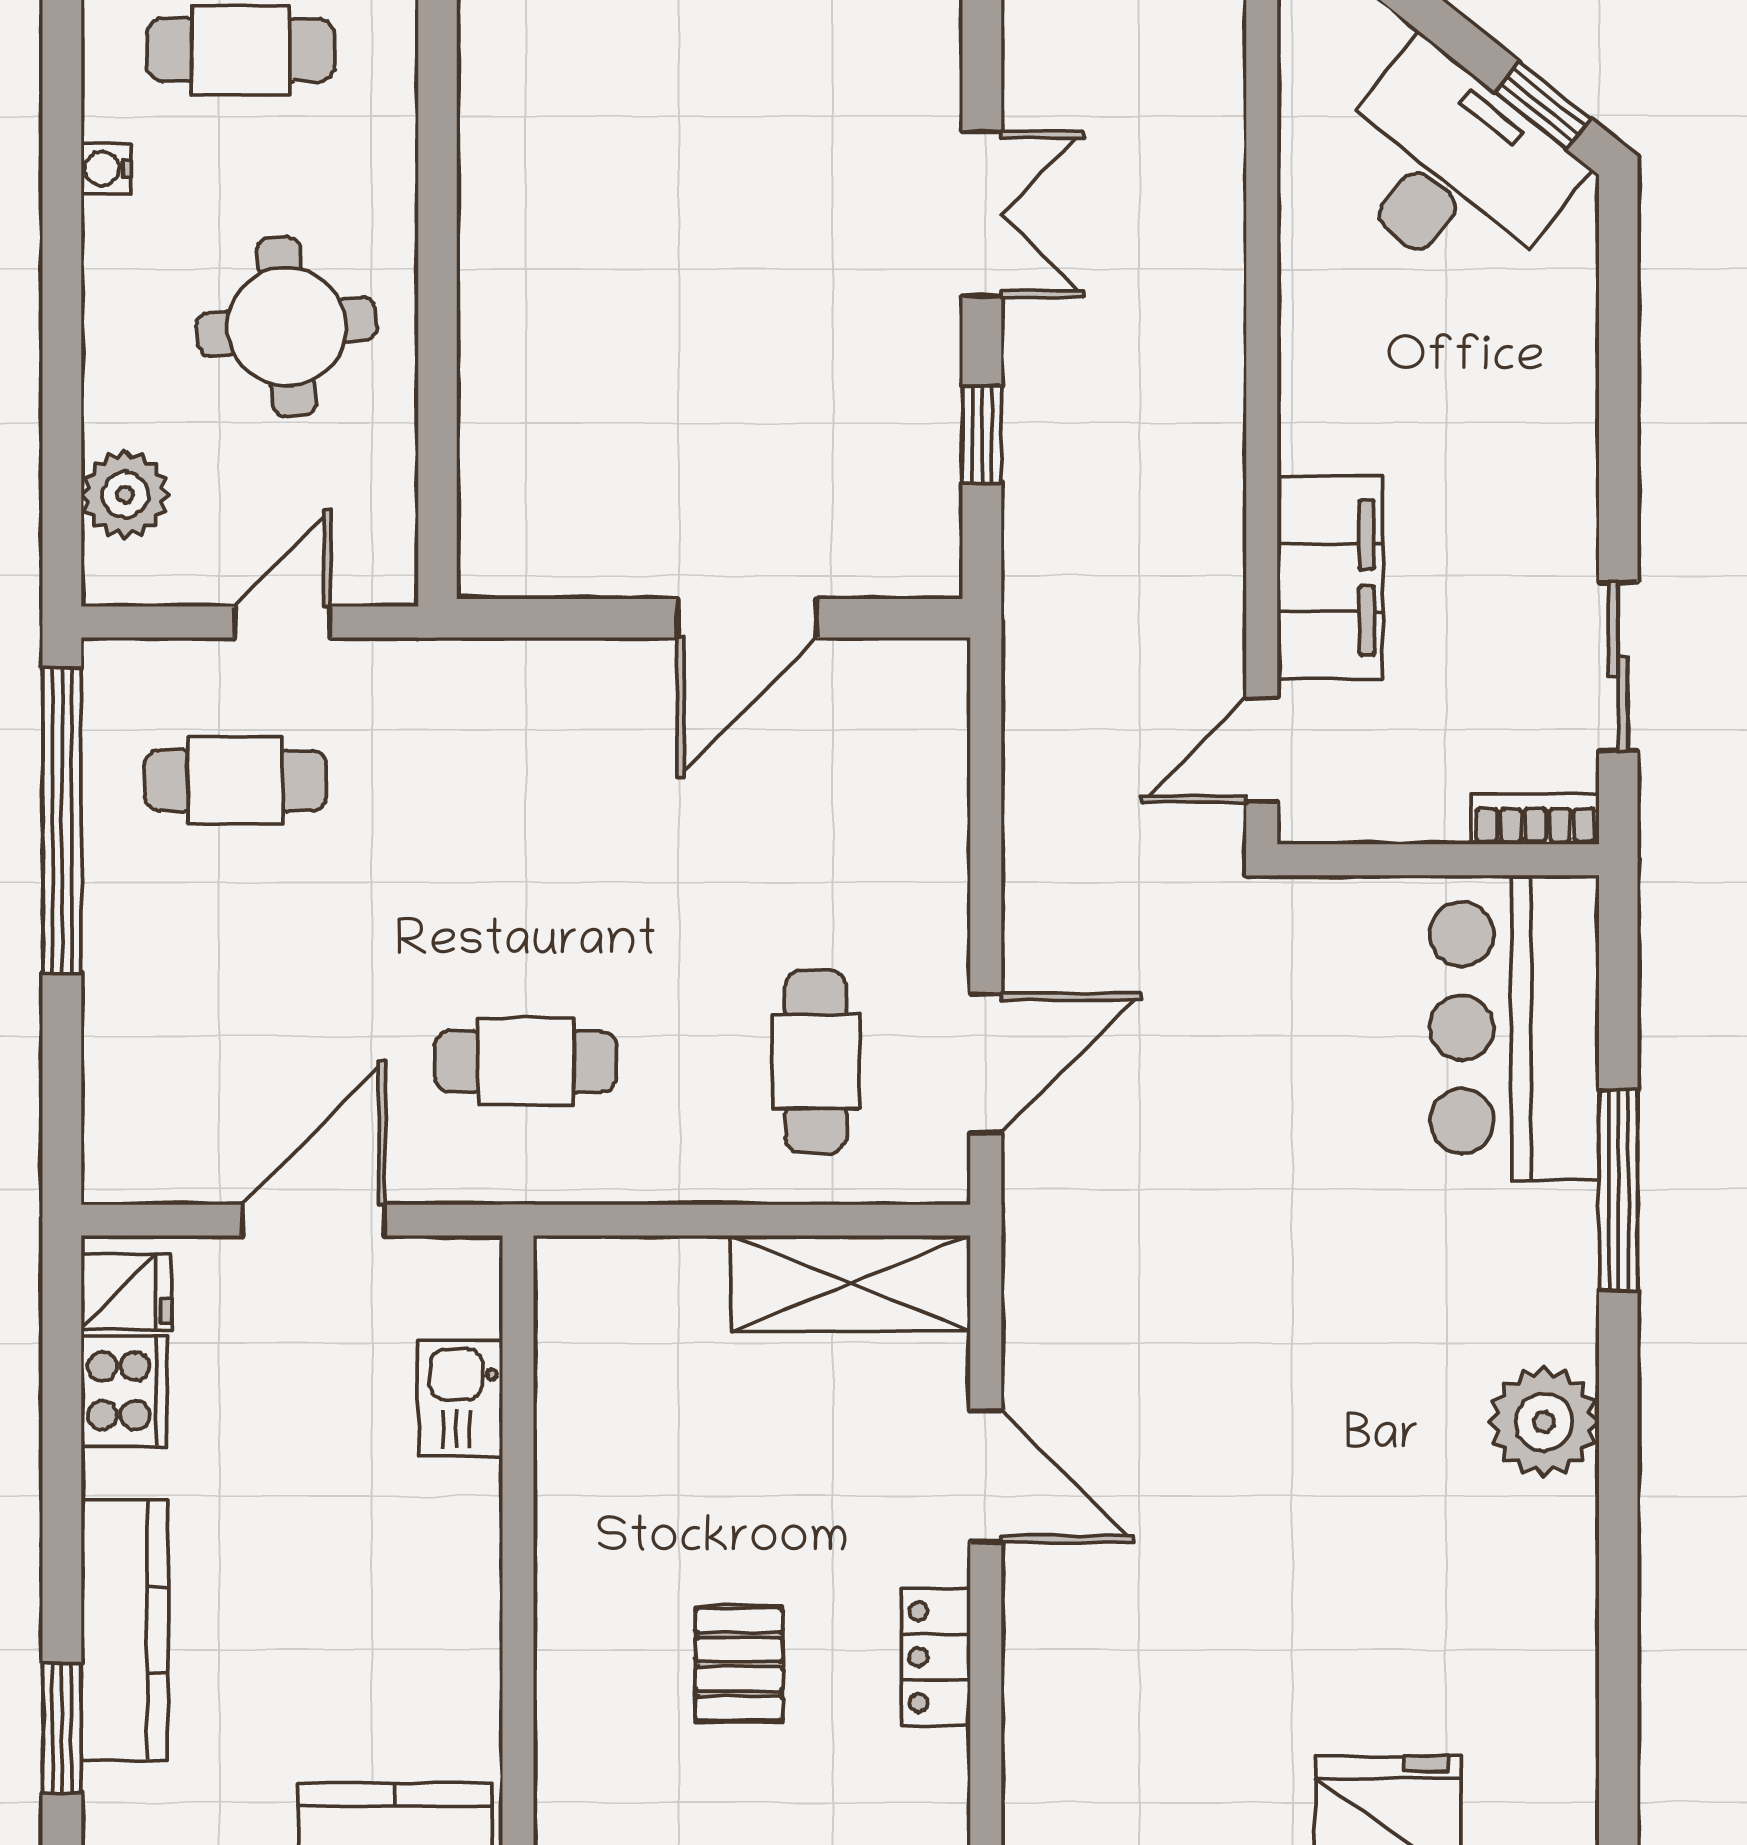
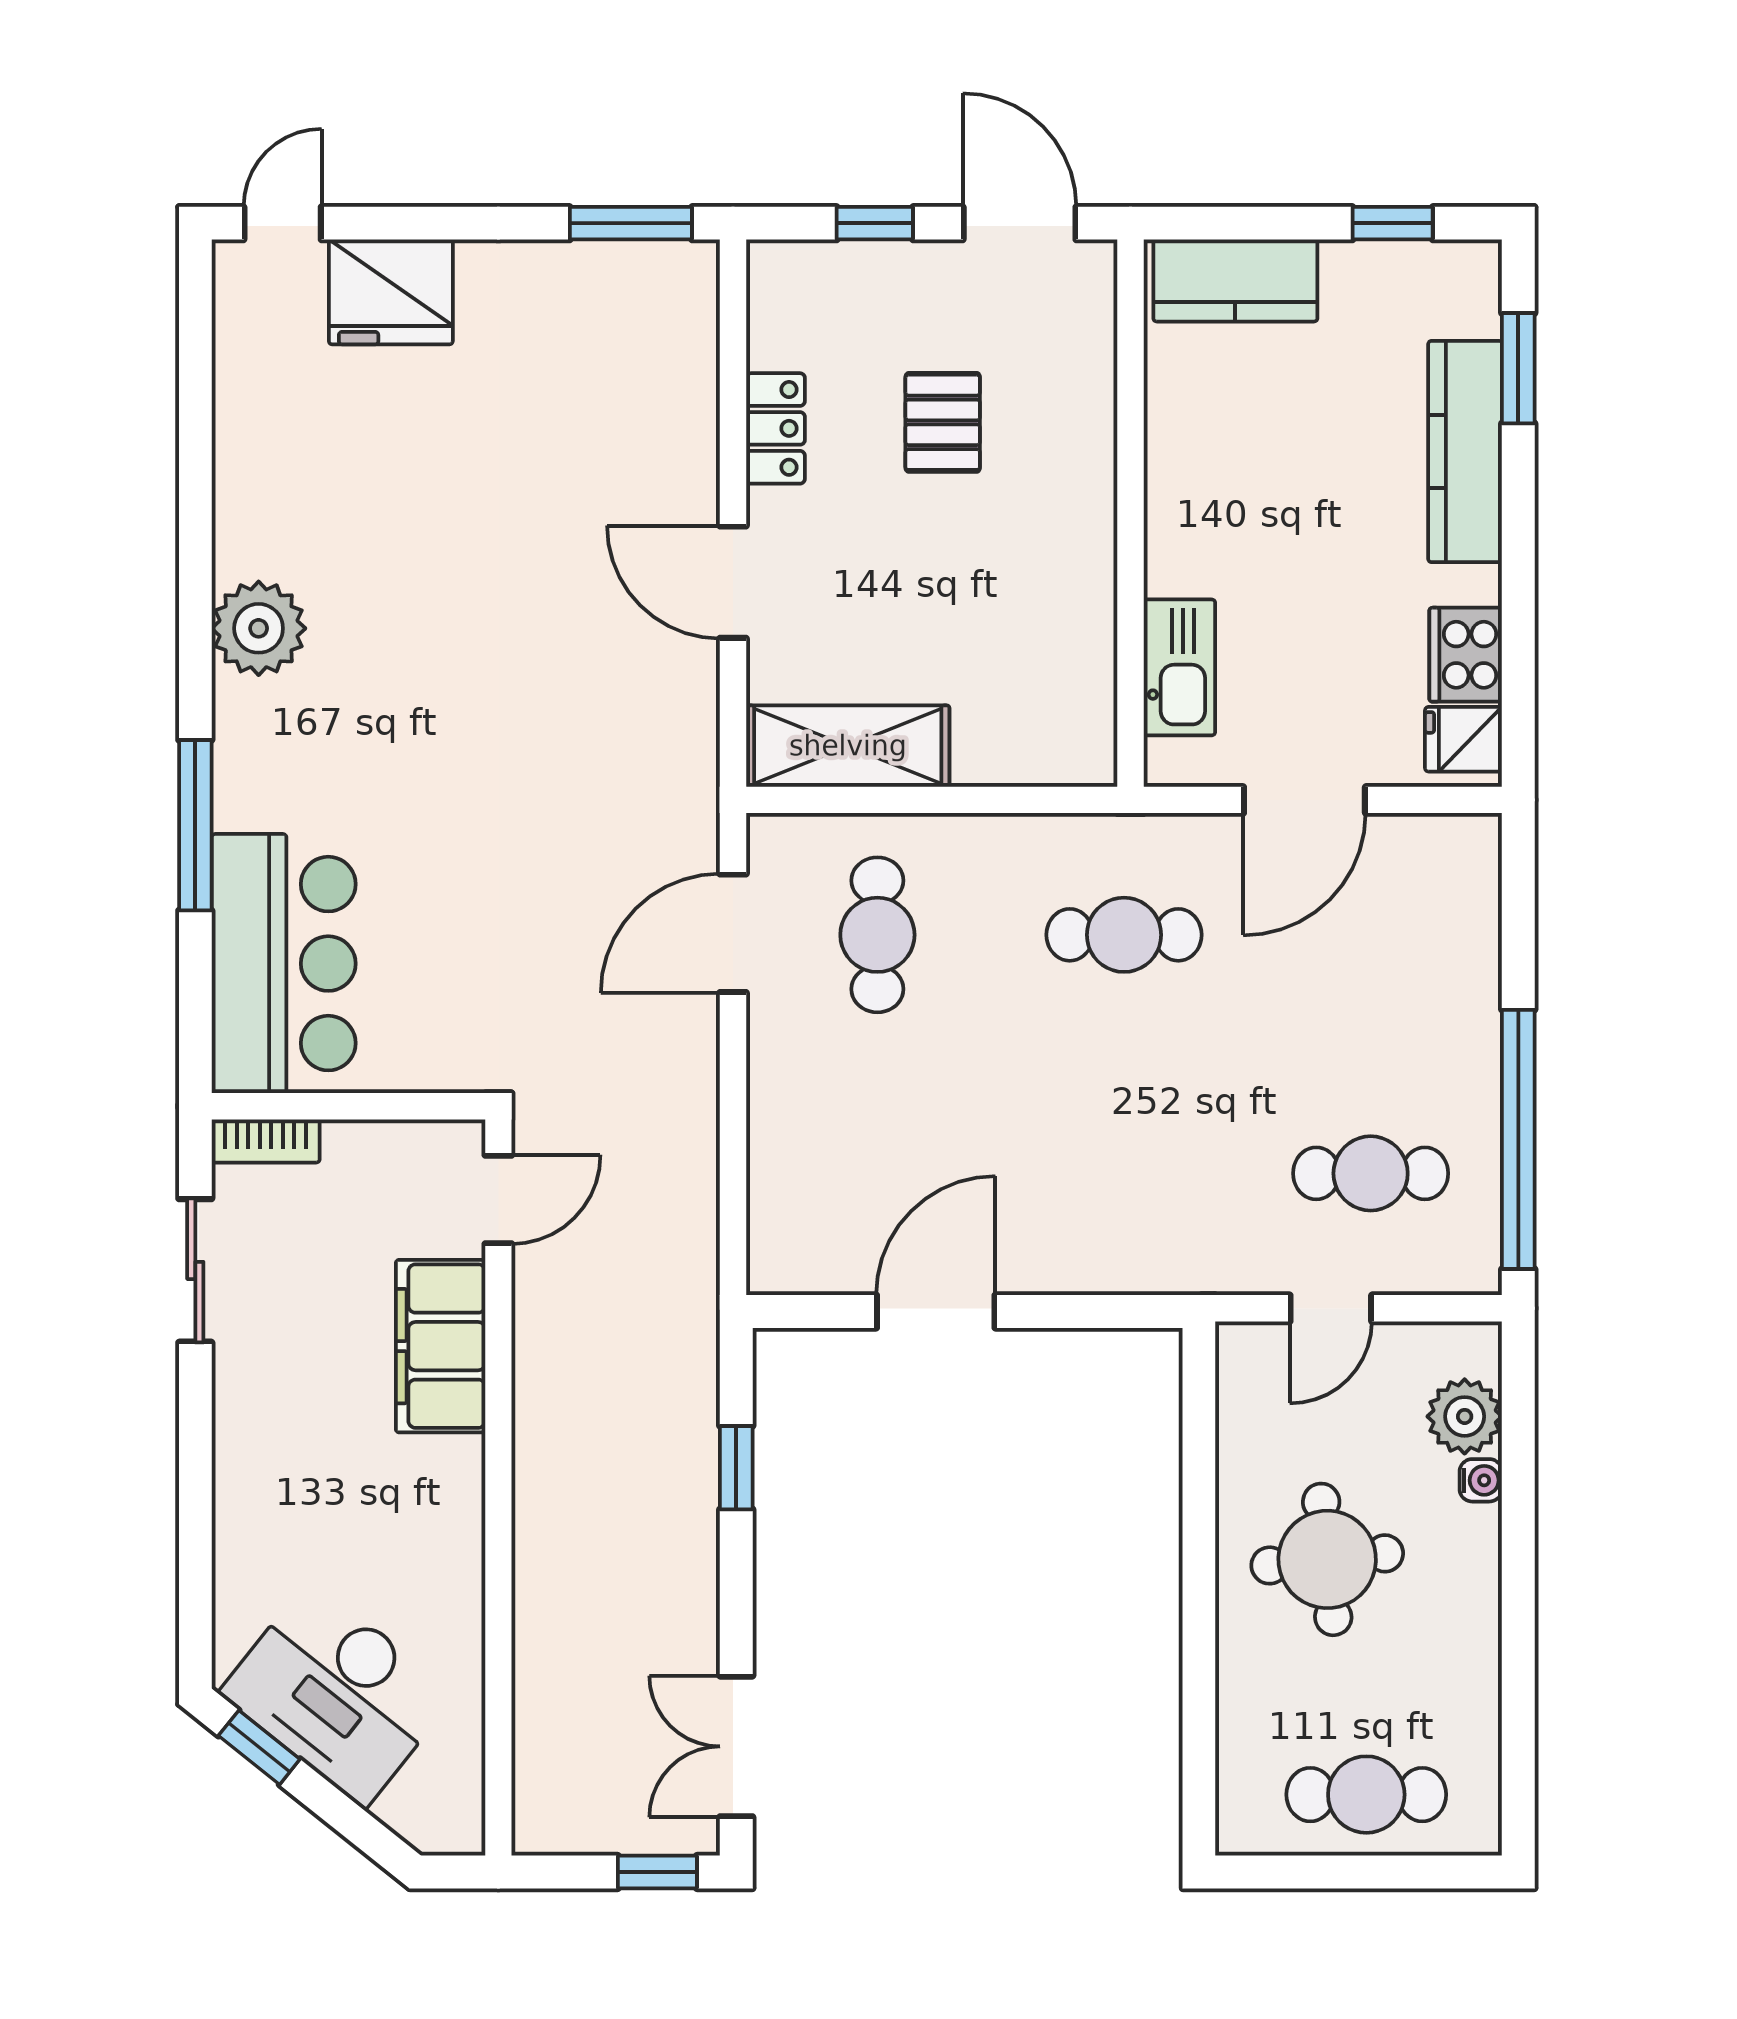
water cooler: (106, 168) -> (1481, 1480), moved
double door: (982, 214) -> (736, 1746), moved
kitchen sink: (461, 1398) -> (1179, 667), width x1.38

